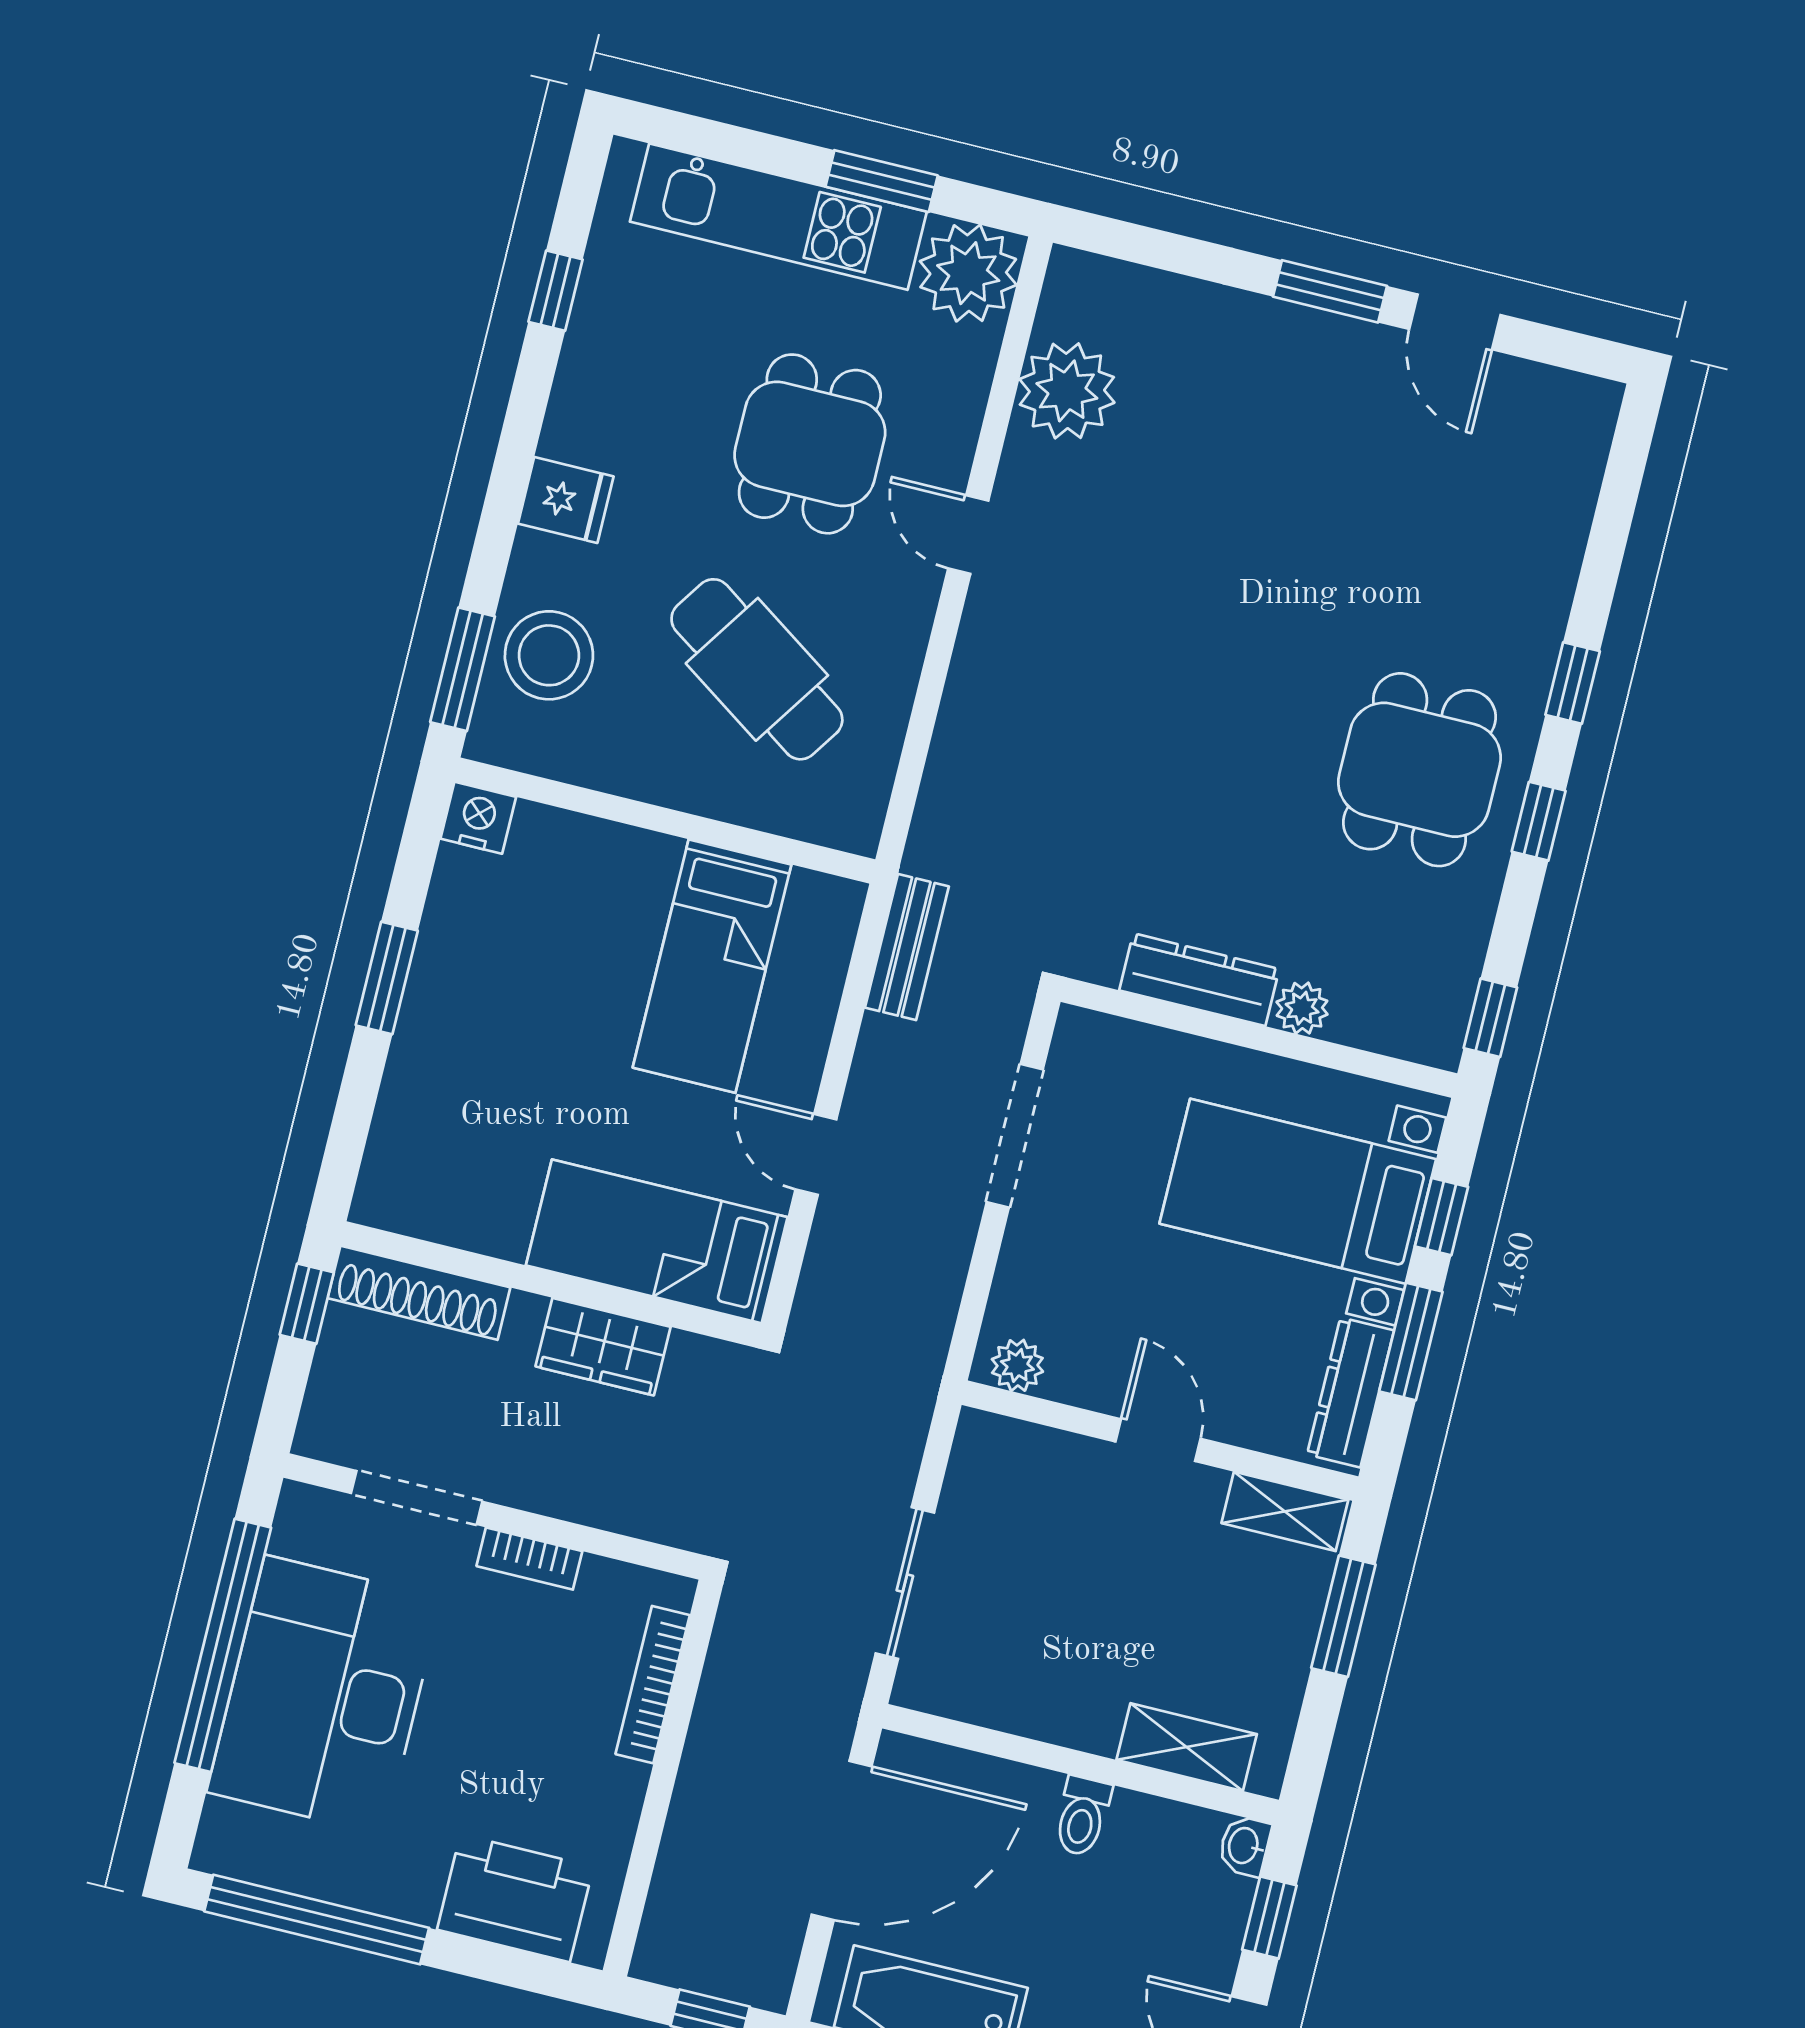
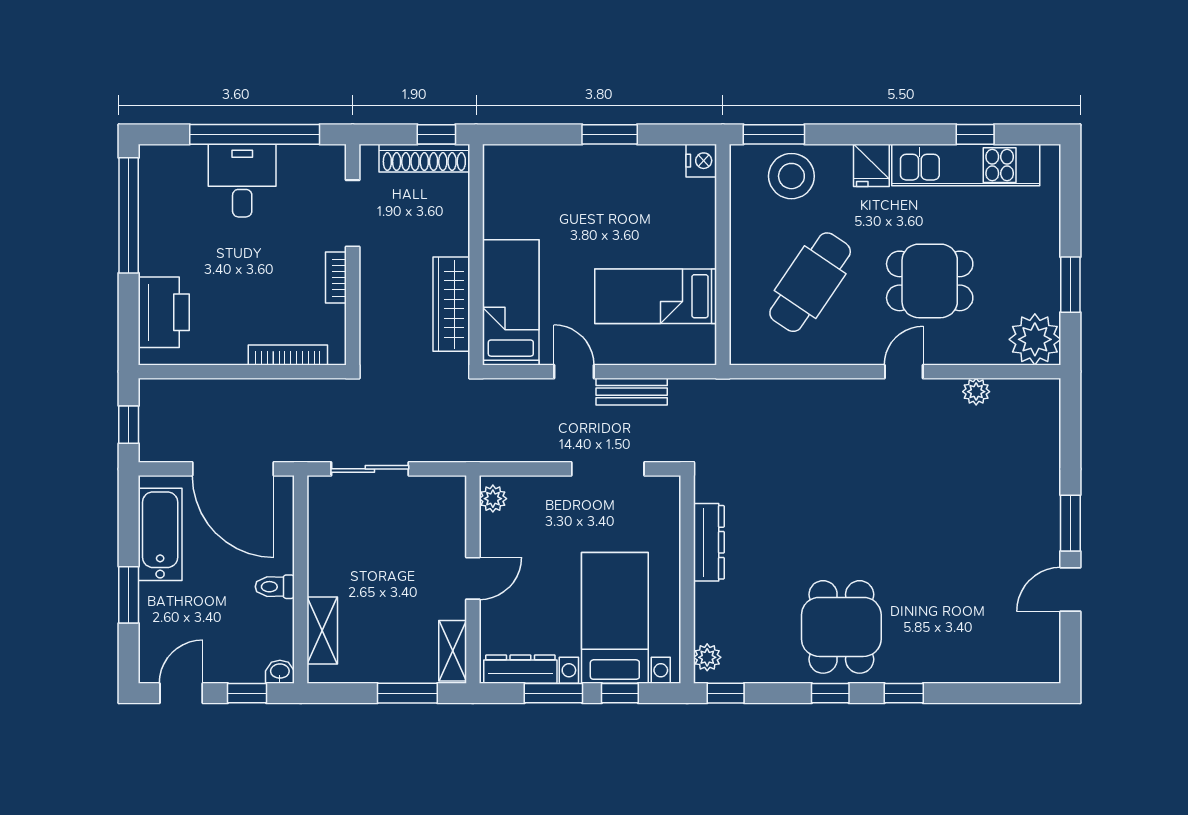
kitchen unit: (778, 217) -> (966, 165), moved, turned -90
plant: (1067, 391) -> (976, 392), width x0.53, depth x0.53
dining table: (1419, 770) -> (841, 627), turned 90
bench: (907, 947) -> (632, 392), moved
plant: (1302, 1008) -> (707, 657), moved
door: (816, 1154) -> (574, 372), hinge flipped
shoe rack: (419, 1293) -> (424, 158), moved, turned -90
wardrobe: (603, 1347) -> (451, 304), width x1.50
desk: (324, 1695) -> (242, 181), width x0.53, depth x0.77

